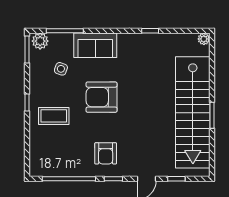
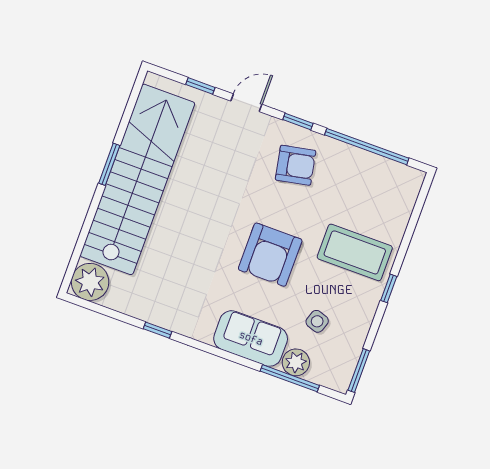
plant: (204, 39) -> (90, 282), width x1.87, depth x1.87
plant: (40, 41) -> (296, 362), moved
armchair: (102, 97) -> (270, 255), turned 90
coffee table: (54, 116) -> (355, 252), width x1.36, depth x1.32
armchair: (106, 153) -> (296, 165), turned 79

